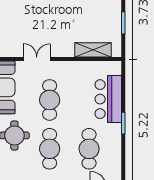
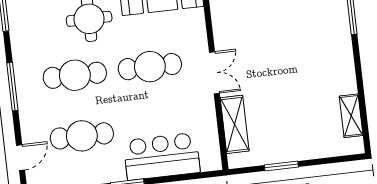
double door: (37, 59) -> (214, 73), moved

